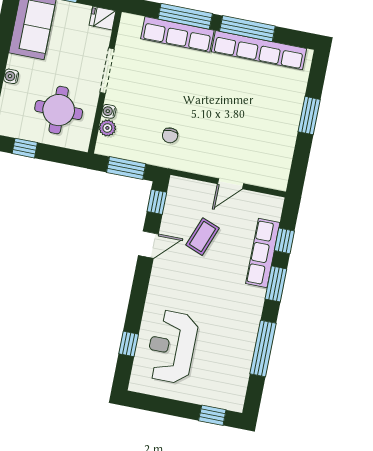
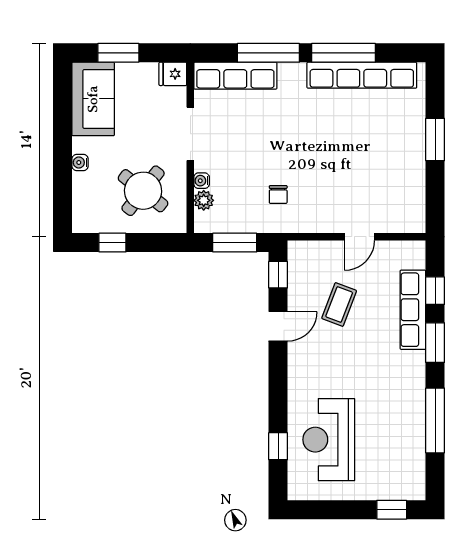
row of seats: (177, 34) -> (235, 76), moved
round table: (59, 110) -> (143, 191), turned 38

